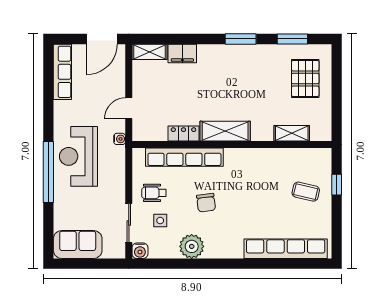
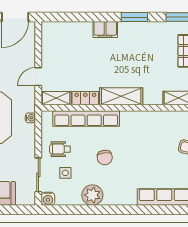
shelving: (149, 52) -> (56, 98), moved
filing cabinet: (182, 53) -> (105, 29), moved
water cooler: (120, 139) -> (30, 118), moved

